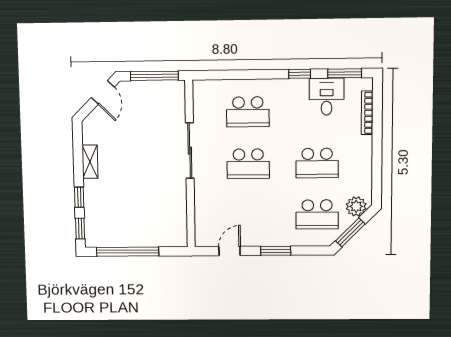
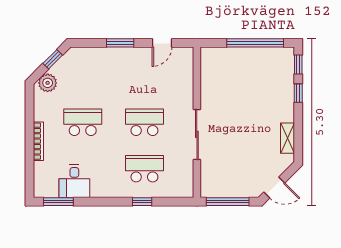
window: (300, 74) -> (142, 202), moved
door: (103, 92) -> (274, 188), swing flipped
bookcase: (367, 113) -> (38, 141), moved
shelving: (90, 162) -> (288, 138), moved
school desk: (317, 214) -> (83, 76), removed
window: (350, 232) -> (53, 59), width x0.67

